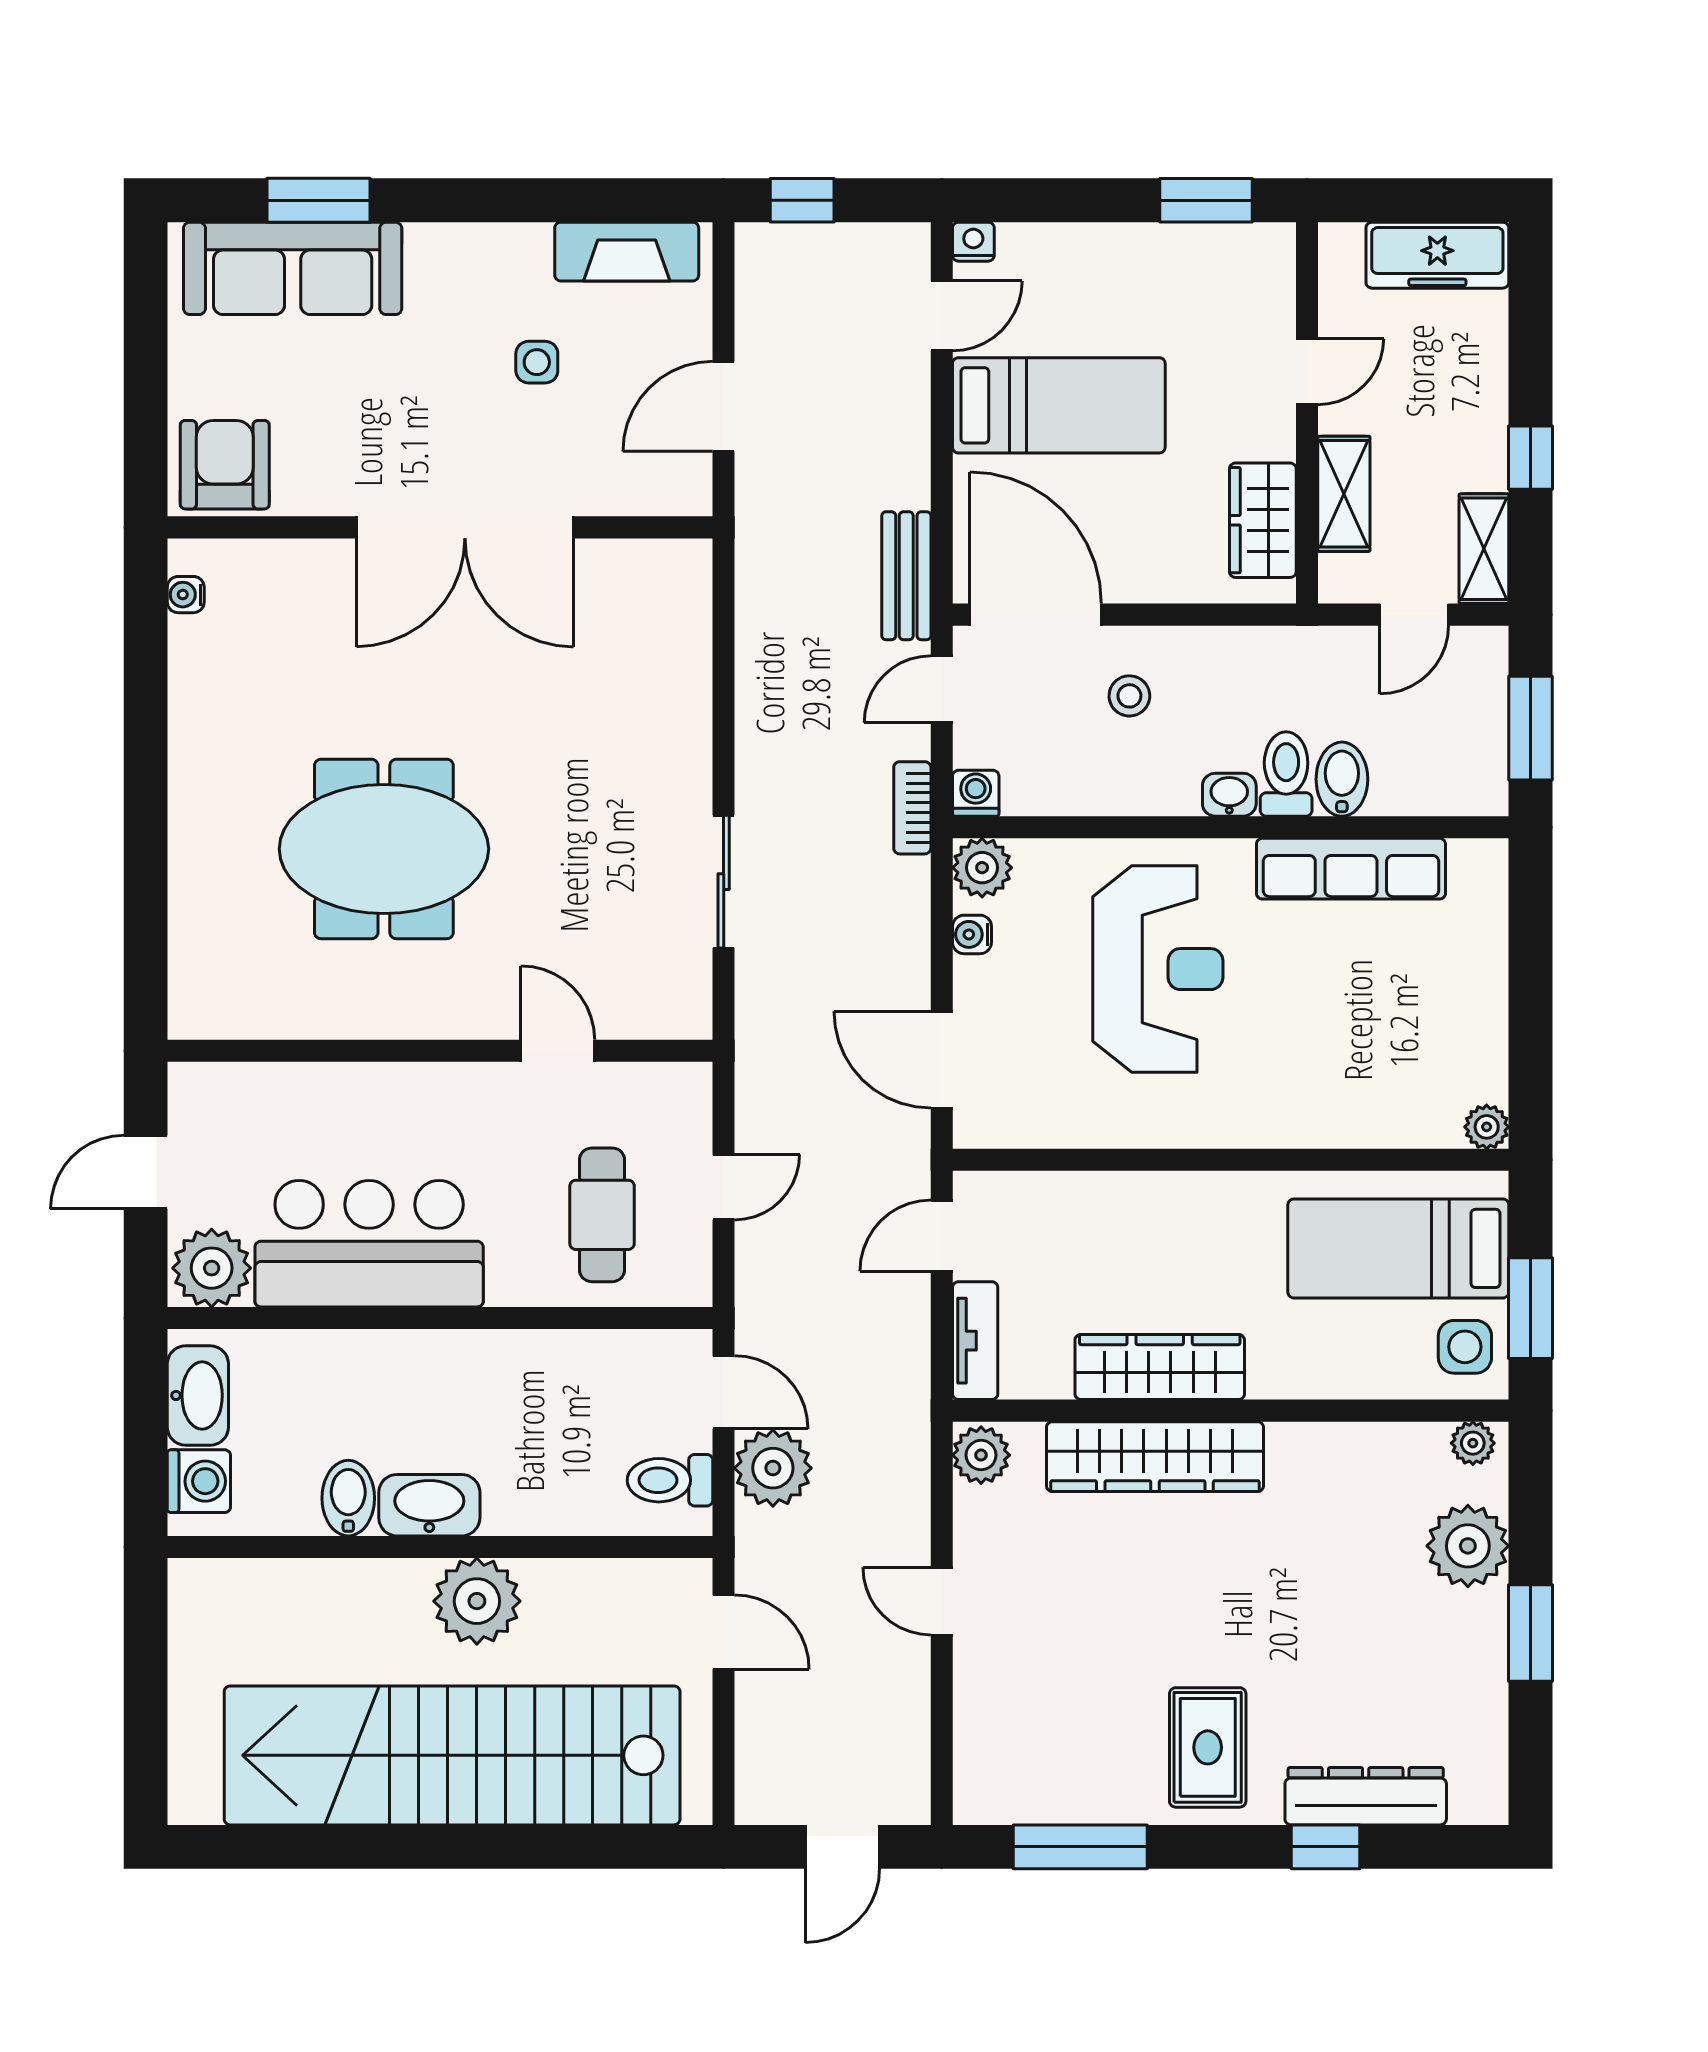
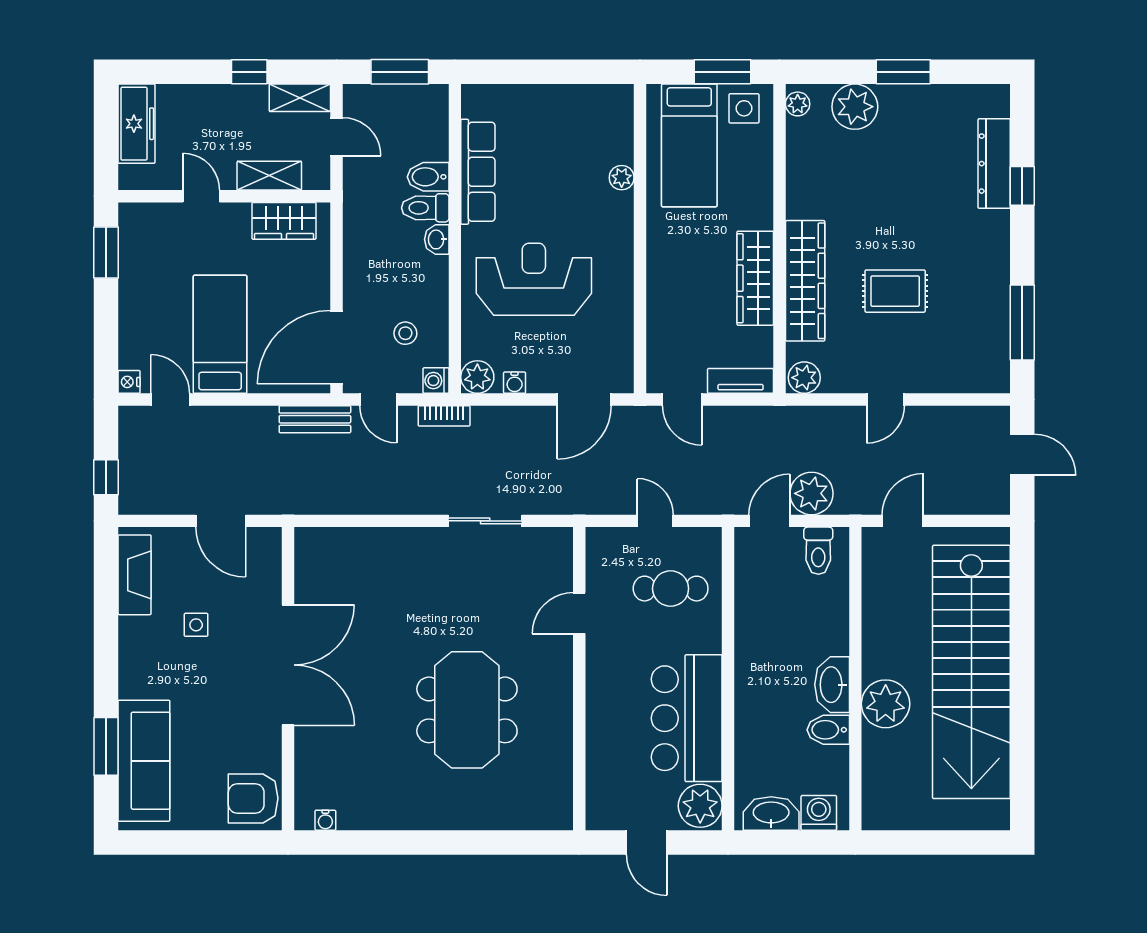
stool: (1129, 696) -> (405, 333), moved
plant: (1487, 1127) -> (622, 178), moved
plant: (477, 1601) -> (886, 704), moved
rug: (1208, 1747) -> (895, 291), moved

